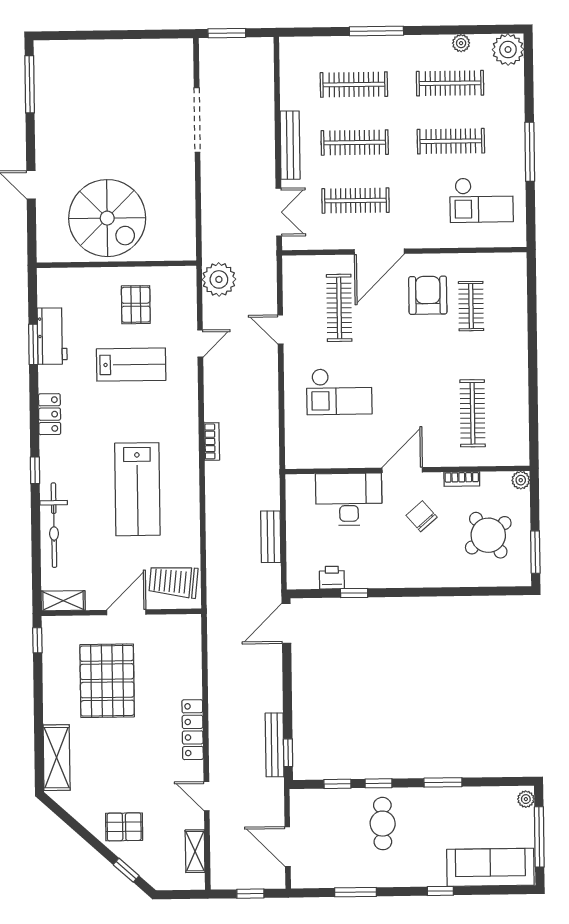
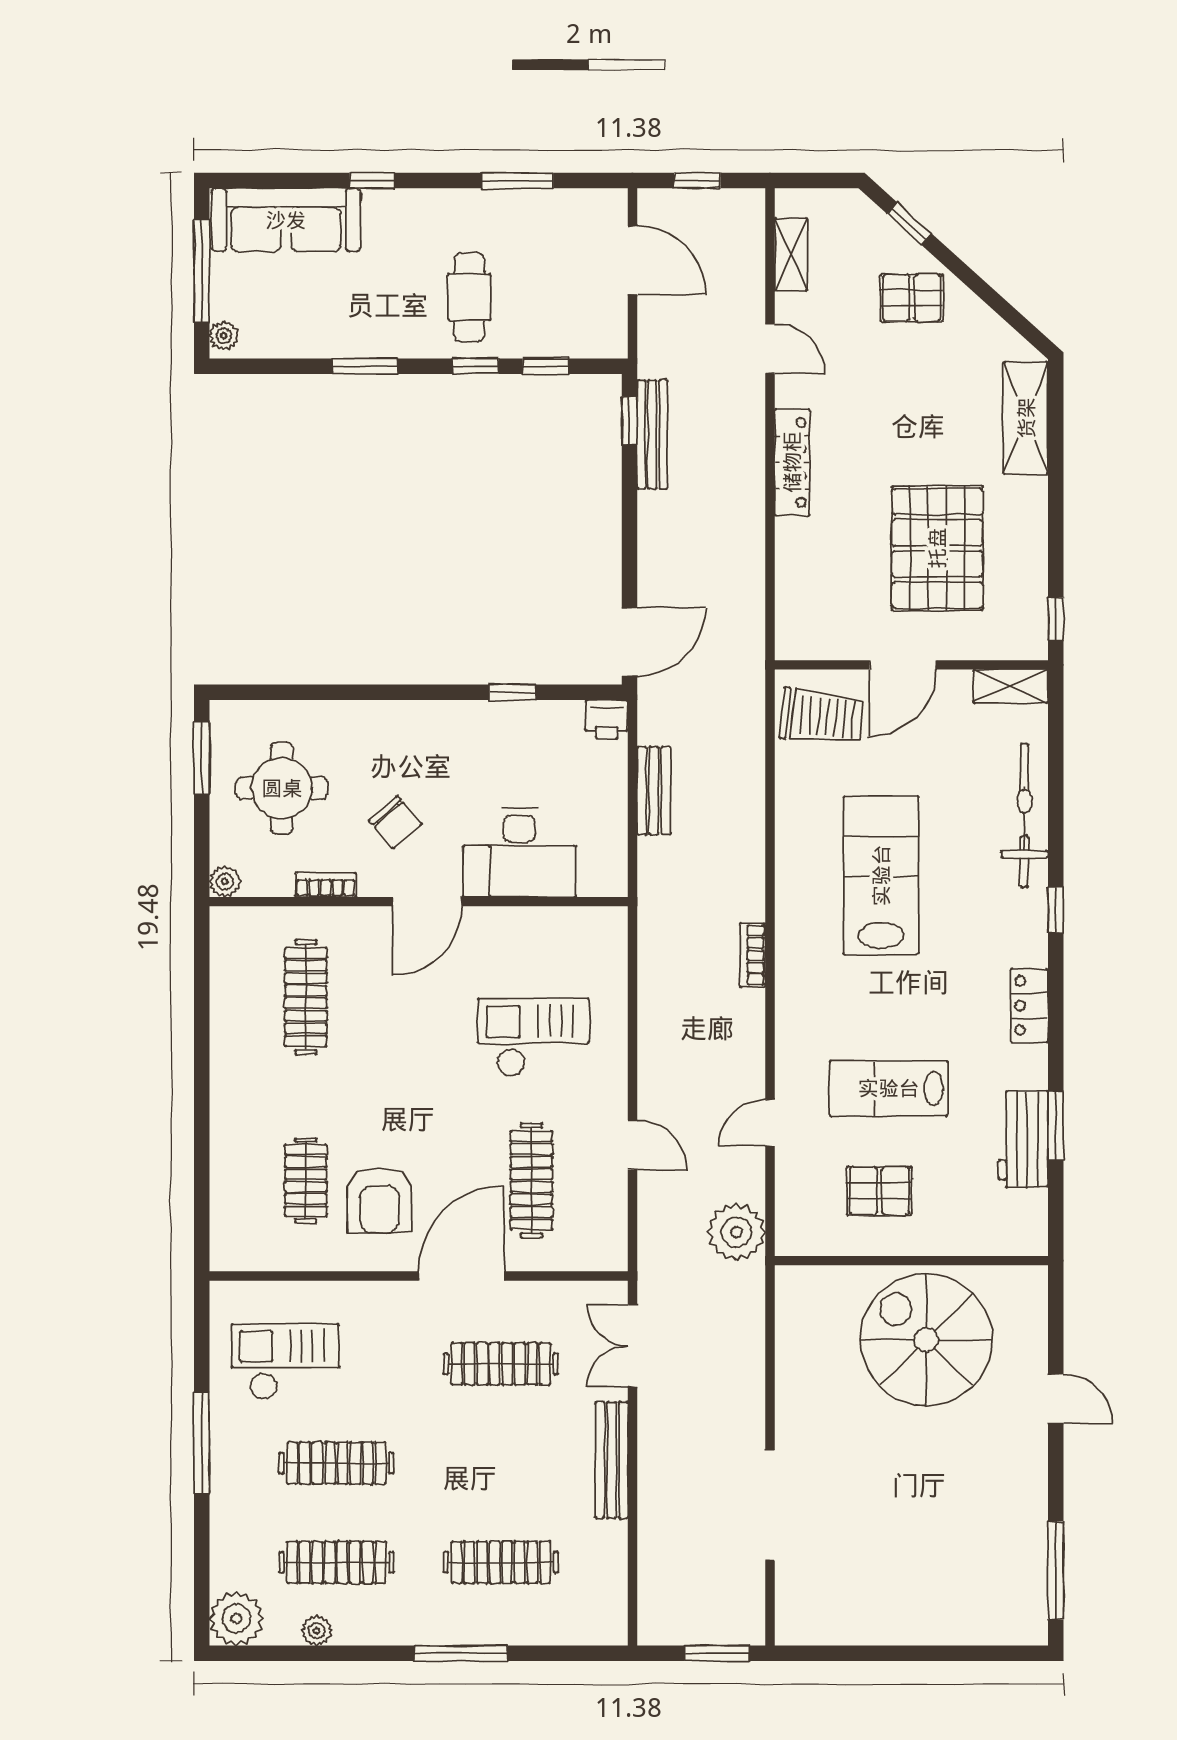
clothes rail: (355, 143) -> (501, 1463), removed
pallet: (136, 305) -> (879, 1191), turned 90
round table: (488, 535) -> (282, 788), turned 36
printer: (332, 578) -> (607, 719), moved

